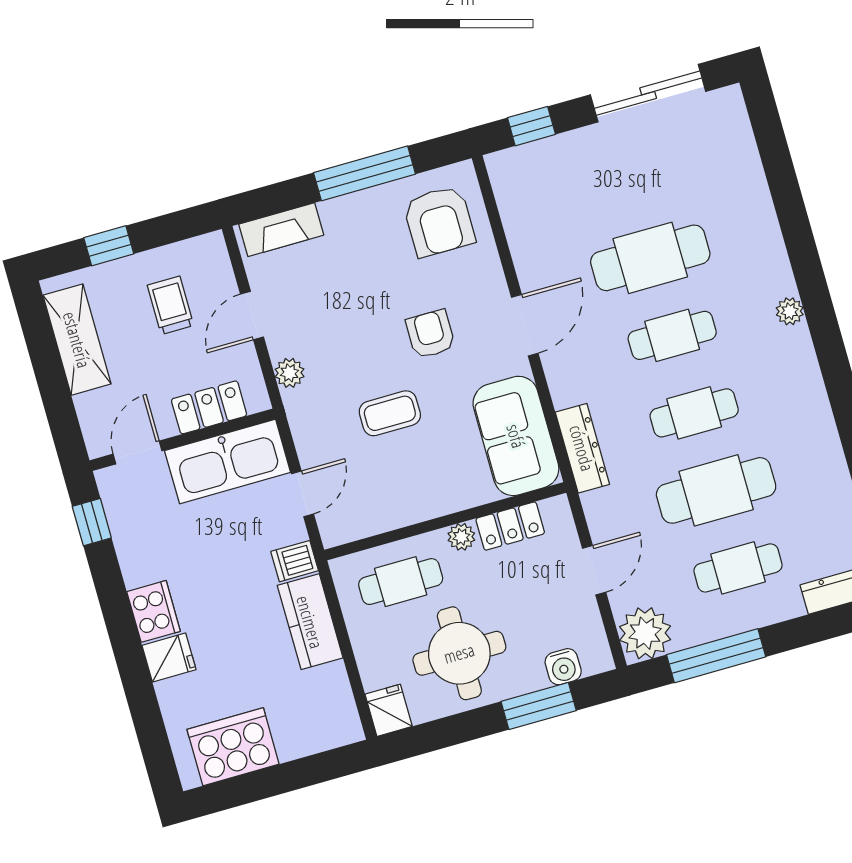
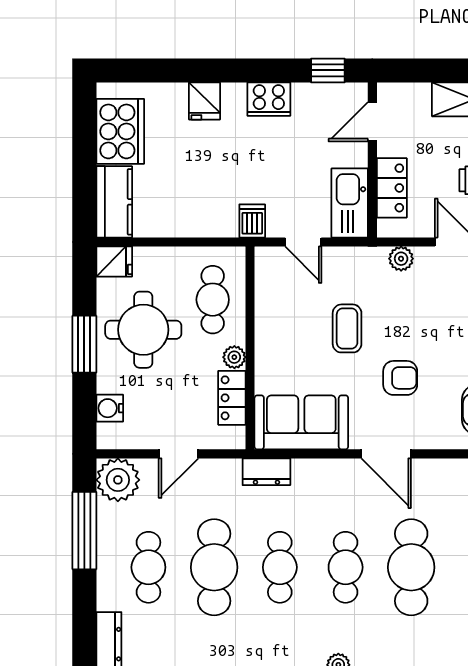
dresser: (582, 448) -> (266, 472), width x0.70
door: (138, 452) -> (372, 122), swing flipped
kitchen sink: (228, 461) -> (350, 203), width x0.73, depth x0.81
door: (594, 570) -> (179, 454), hinge flipped
cooker: (154, 611) -> (269, 99), moved
kitchen counter: (310, 622) -> (114, 202), moved, turned 90
window: (539, 706) -> (84, 344), moved

